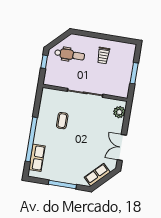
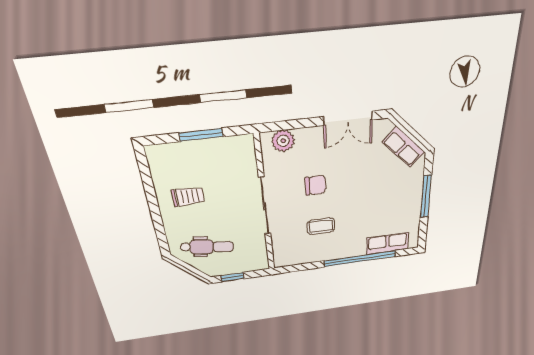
dental chair: (70, 55) -> (207, 247), turned 99
chair: (89, 123) -> (315, 185), added

